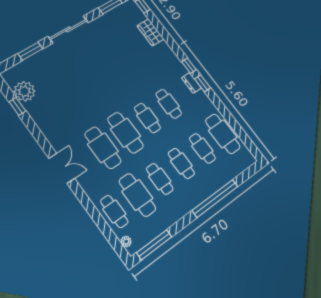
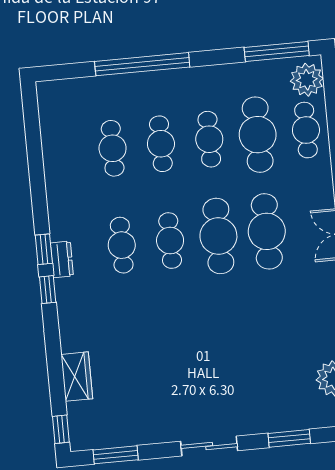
sliding door: (68, 29) -> (209, 446), width x0.73
cafe table: (223, 134) -> (64, 153), removed
plant: (126, 242) -> (307, 80), width x1.87, depth x1.87

